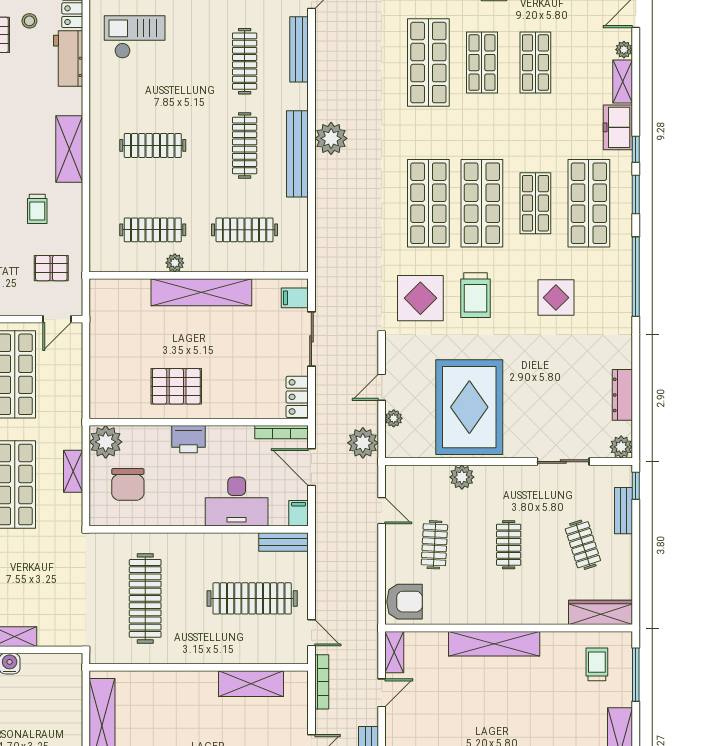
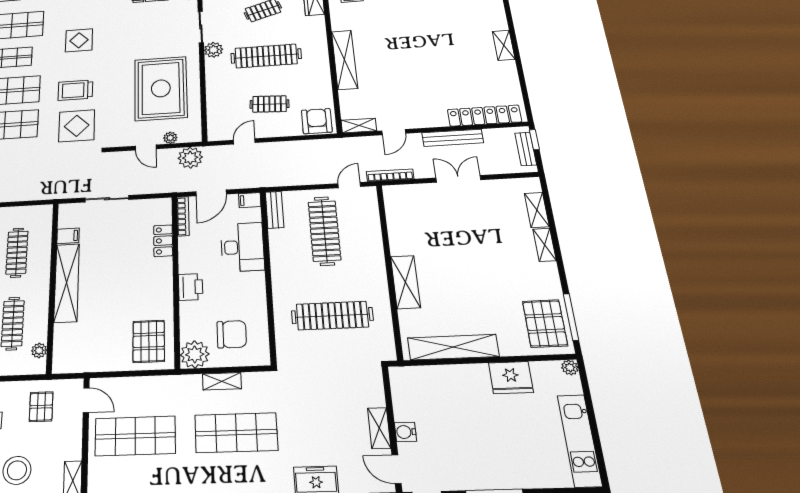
plant: (175, 263) -> (39, 350), moved
trolley: (475, 295) -> (75, 90), turned 180
filing cabinet: (295, 298) -> (68, 236), moved, turned -90
pallet: (176, 386) -> (149, 341), moved
locker: (297, 397) -> (163, 241), moved, turned 90
rug: (469, 407) -> (161, 88), turned 90
plant: (462, 477) -> (213, 50), moved
clothes rail: (509, 545) -> (266, 56), width x1.86, depth x1.31
shelving: (251, 684) -> (405, 282), moved
door: (382, 693) -> (394, 132), swing flipped

